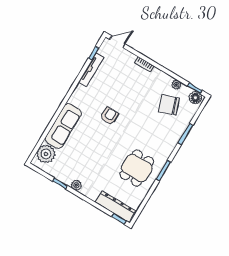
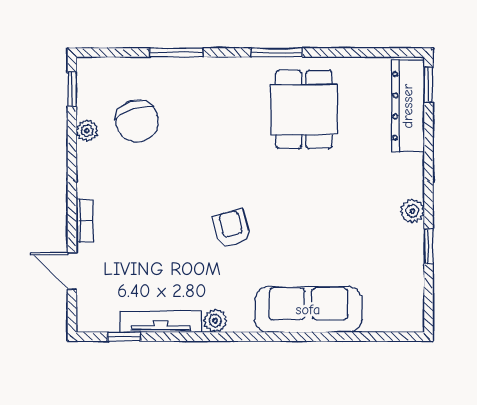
door: (117, 42) -> (72, 271), moved
floor lamp: (195, 98) -> (90, 77), removed
armchair: (109, 116) -> (232, 228), turned 75
plant: (46, 154) -> (215, 321), moved, width x0.53, depth x0.53
dining table: (137, 168) -> (304, 109), turned 90

